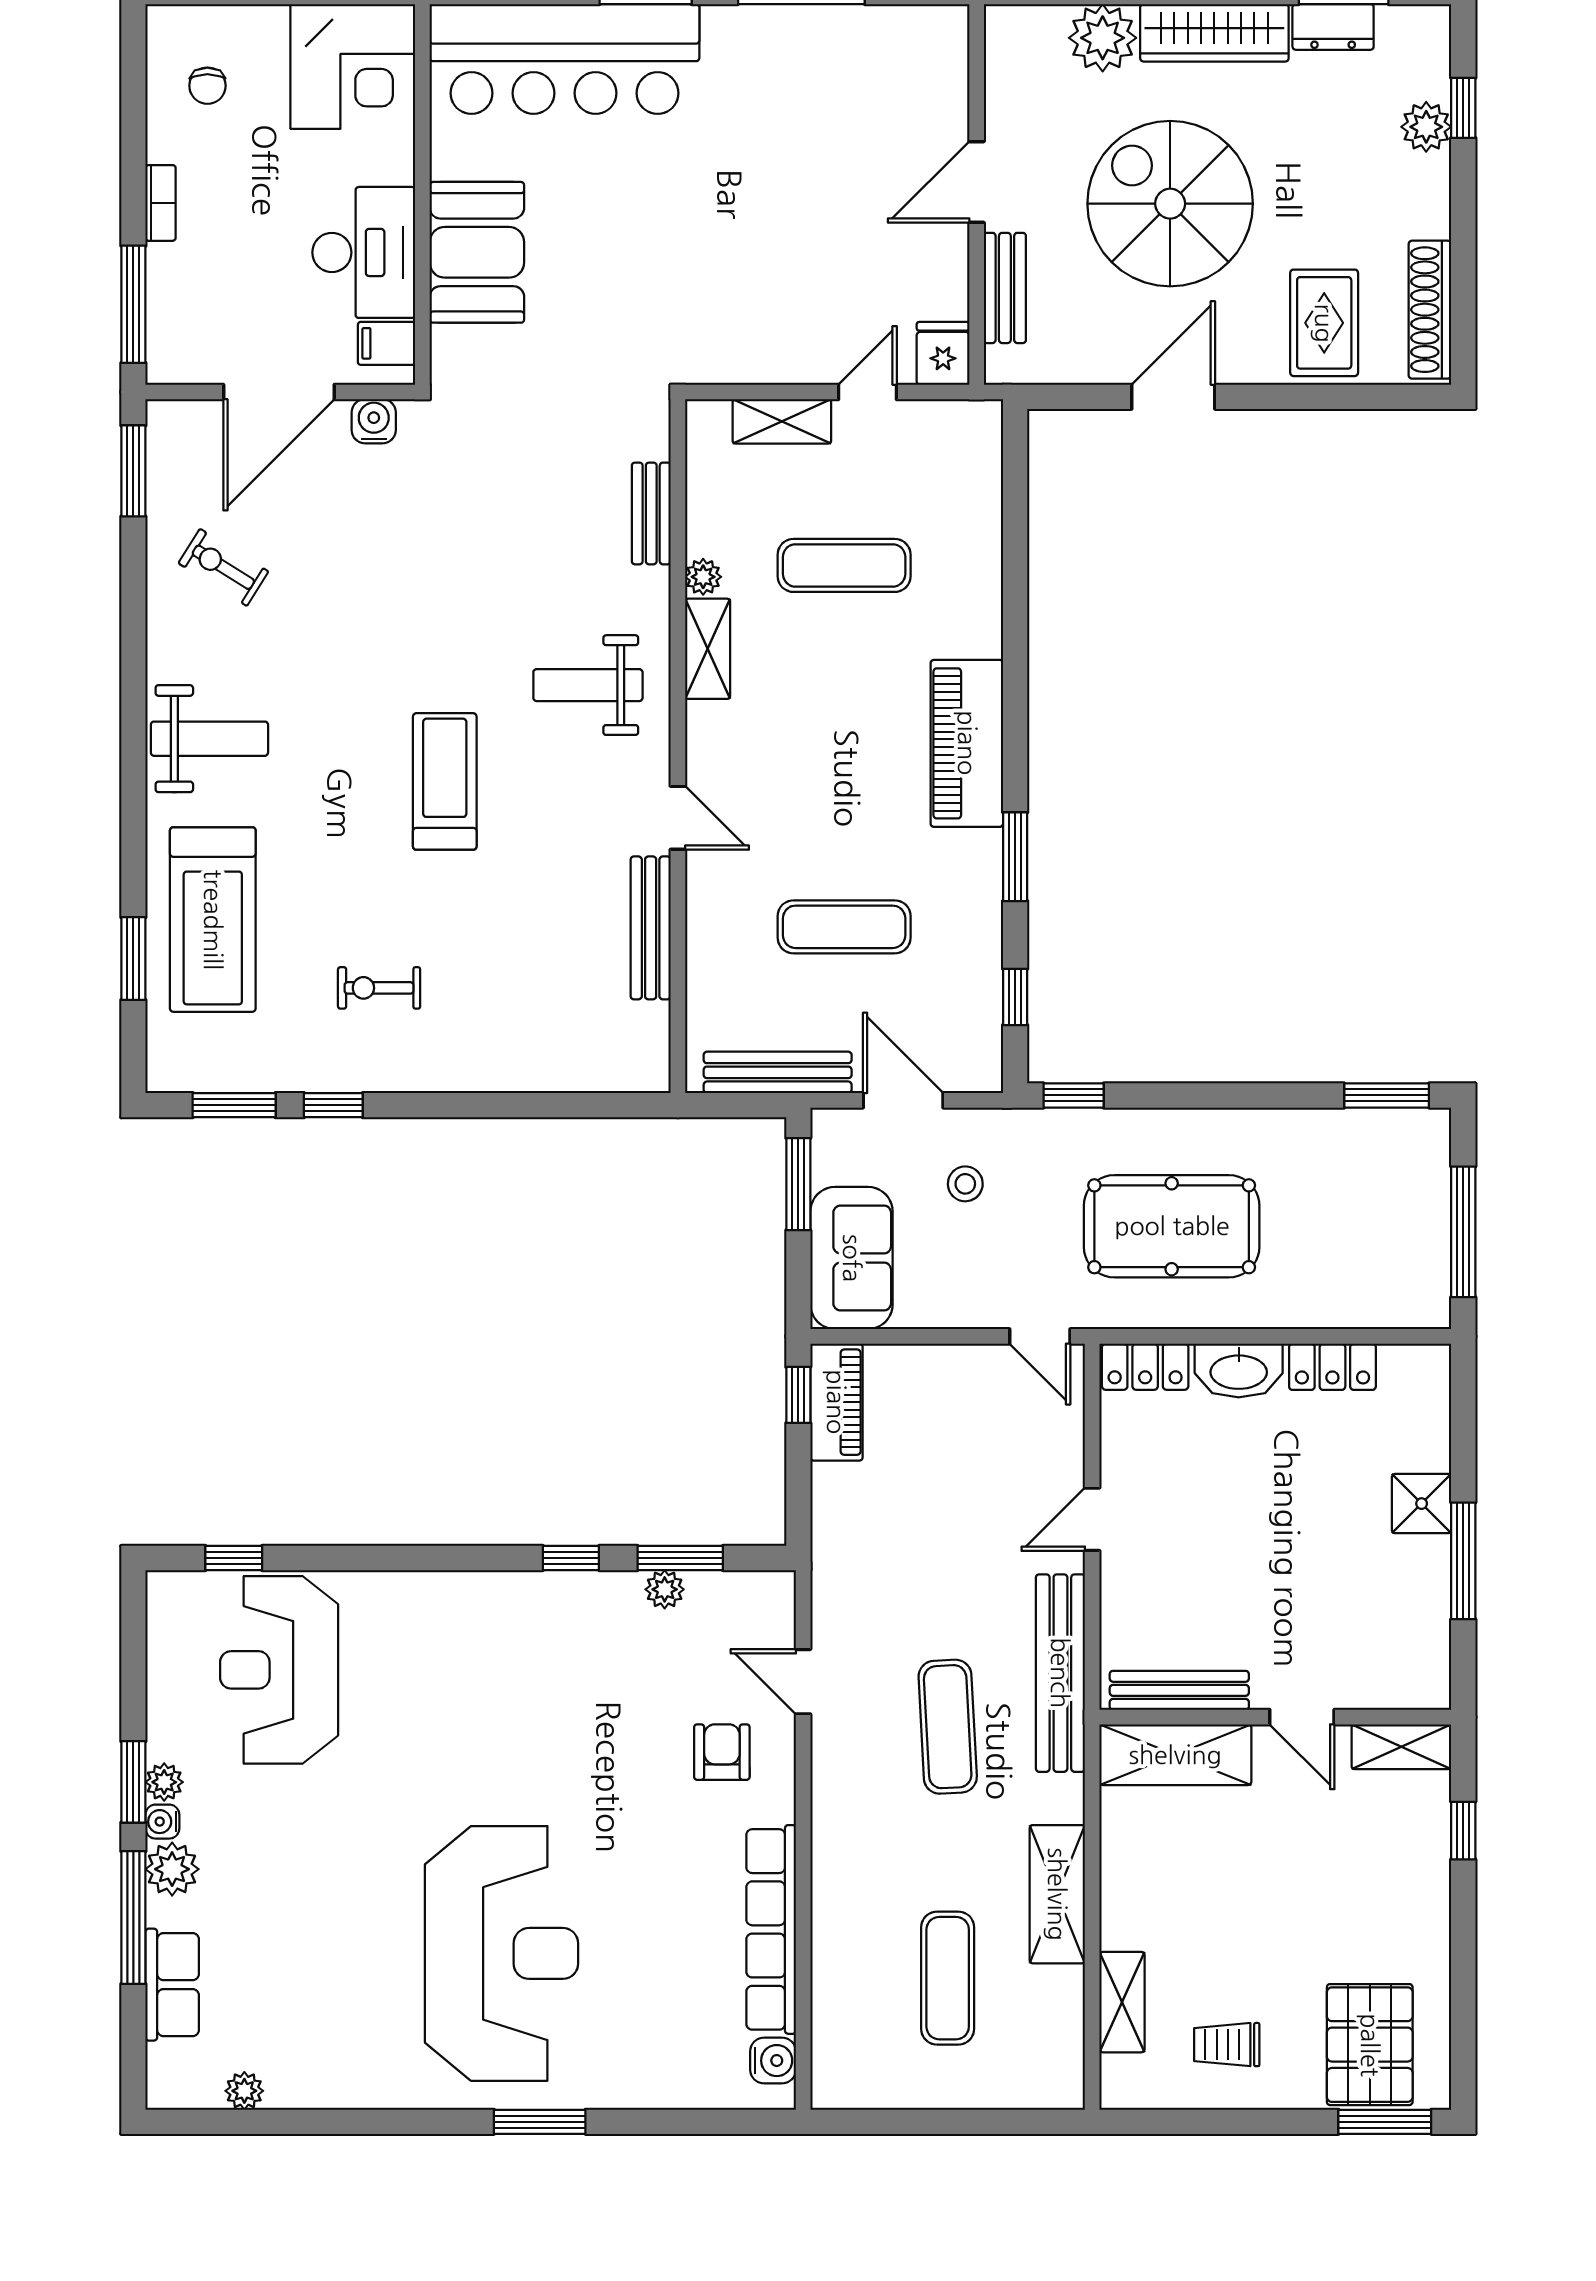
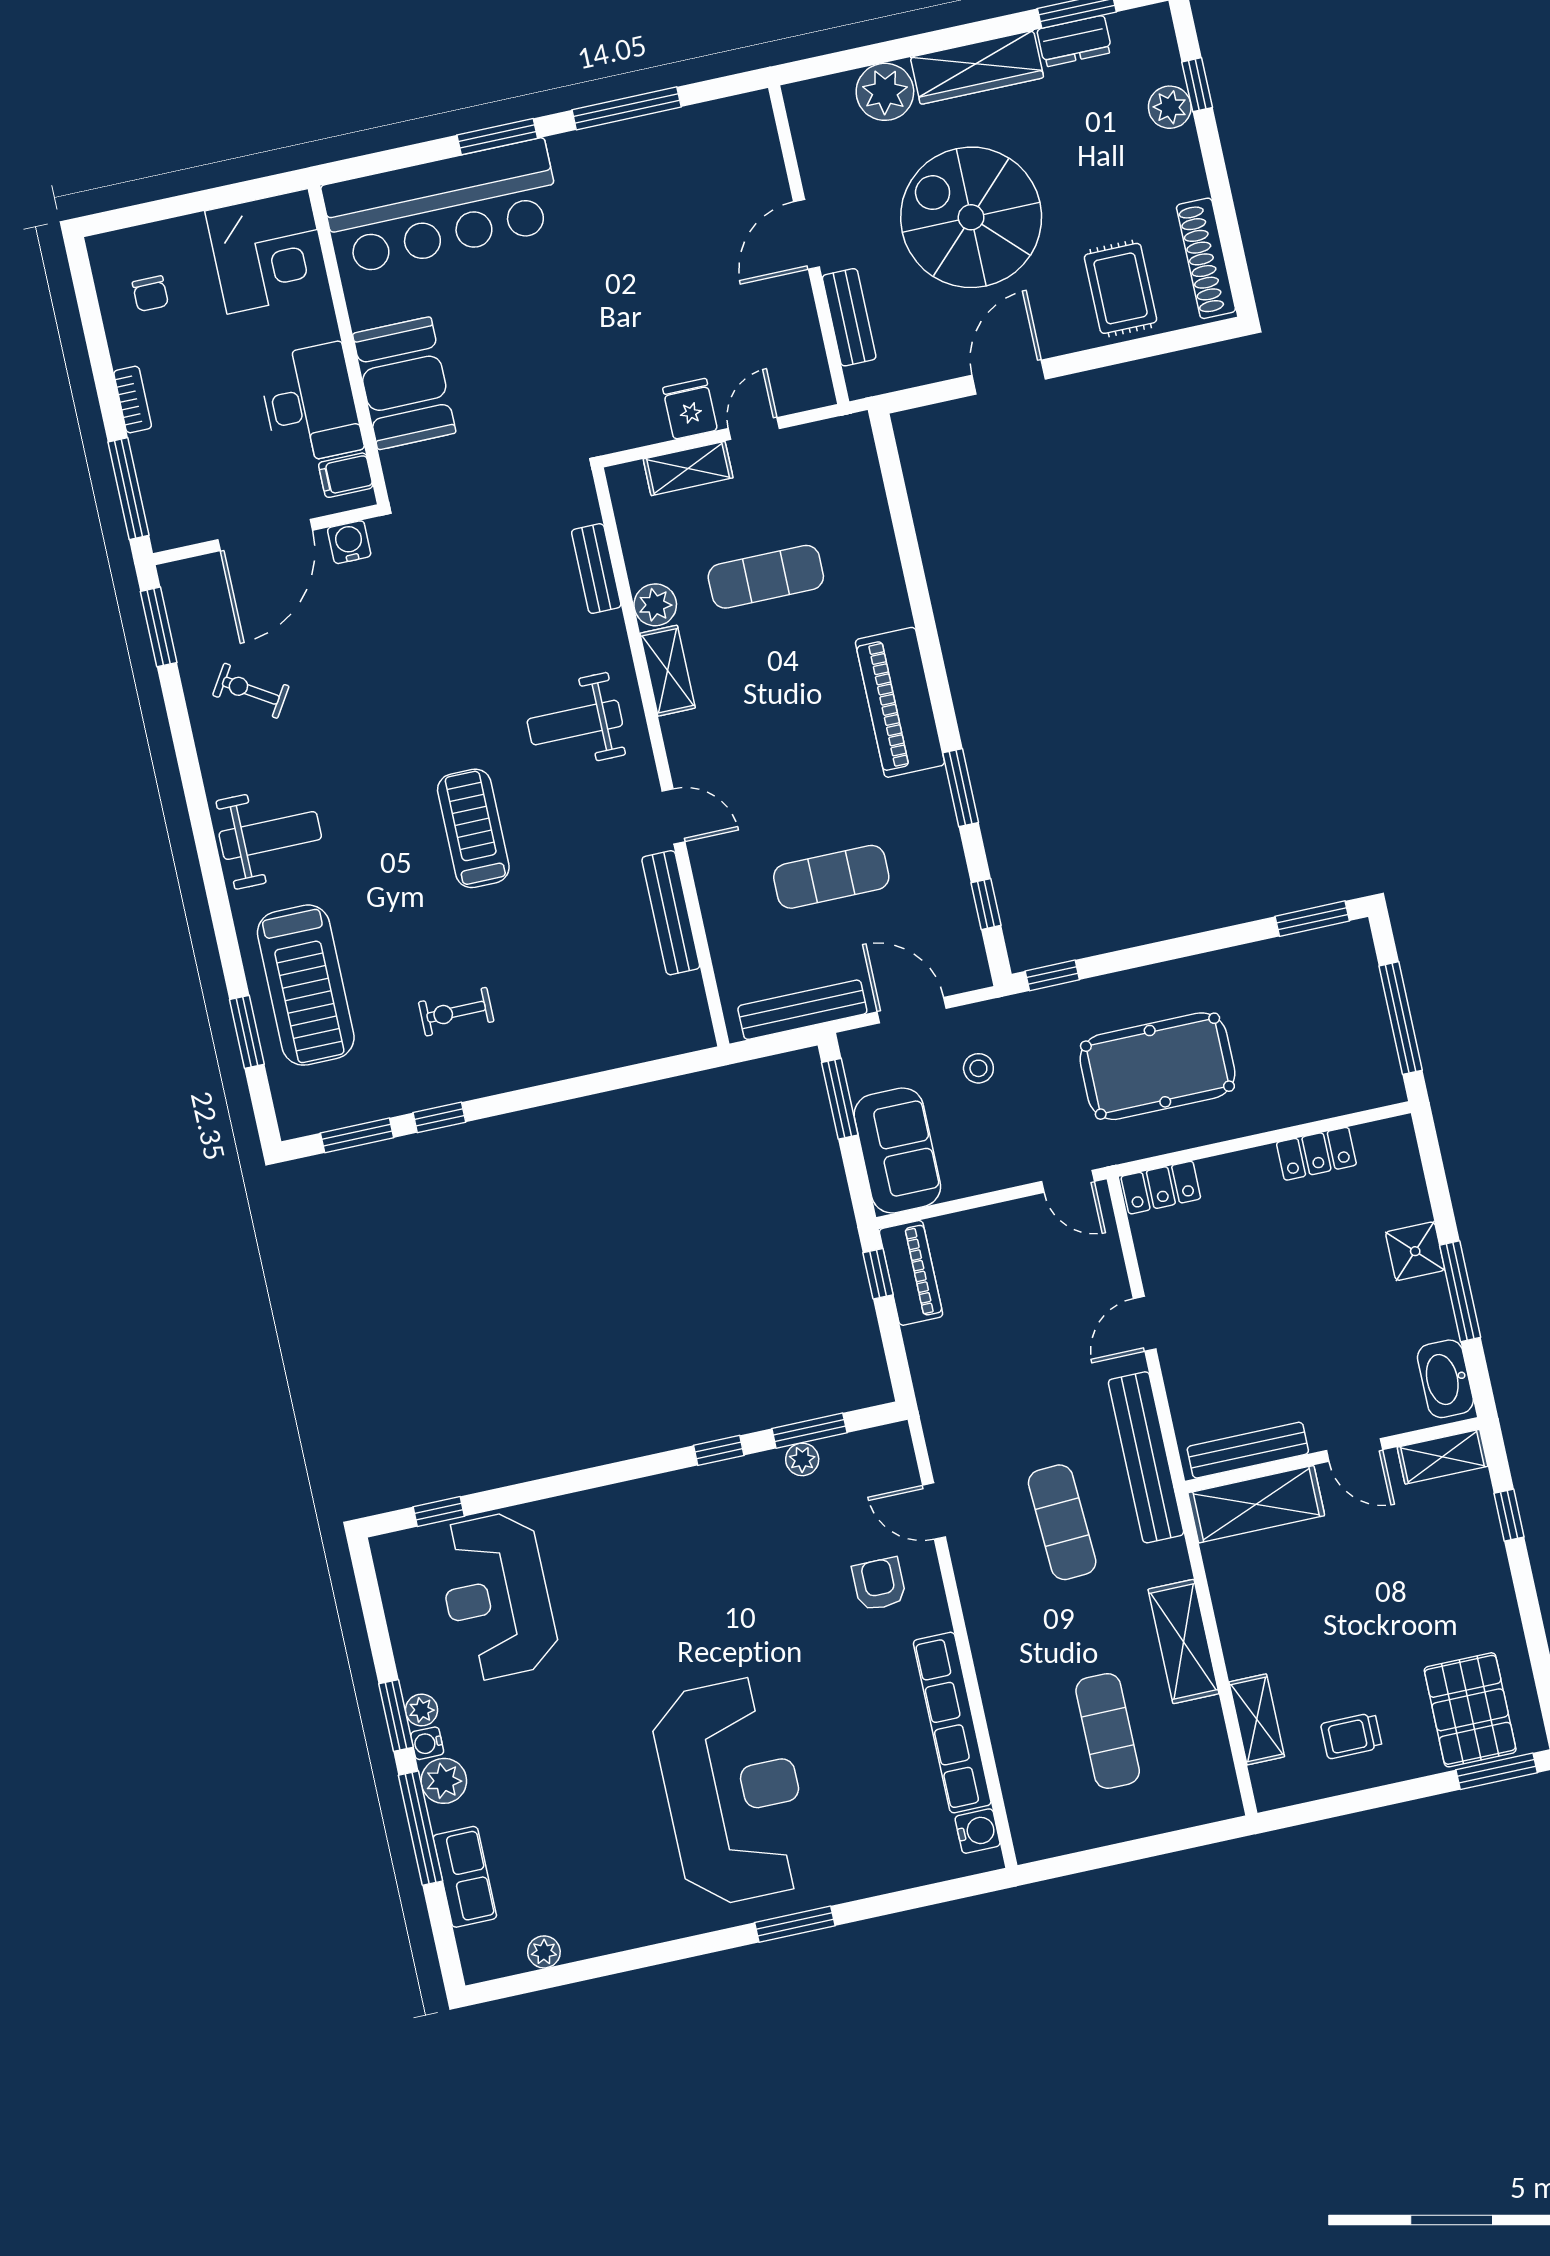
fridge: (943, 353) -> (690, 409), moved
plant: (703, 577) -> (655, 605), width x1.38, depth x1.38
washbasin: (1239, 1371) -> (1445, 1379), moved, turned 90

